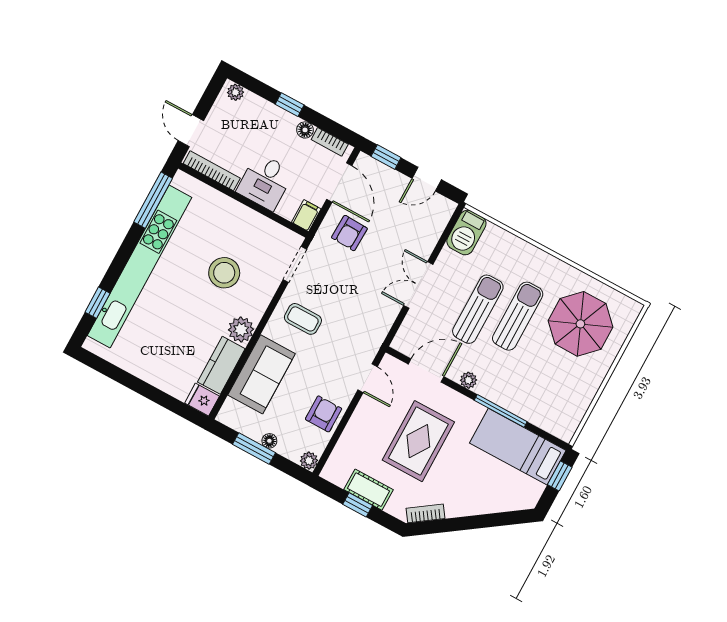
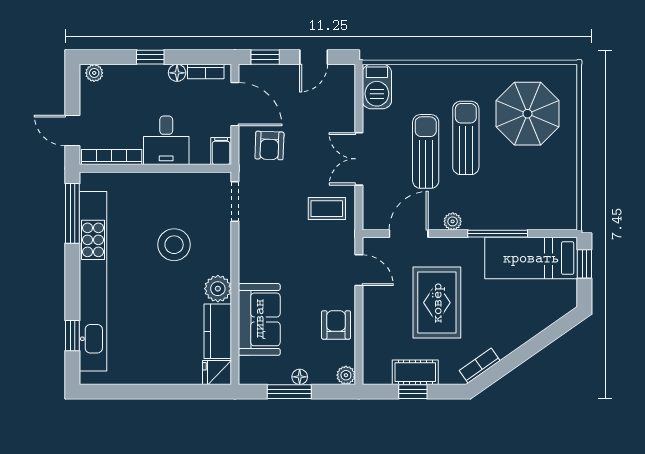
coffee table: (303, 319) -> (327, 209), moved

